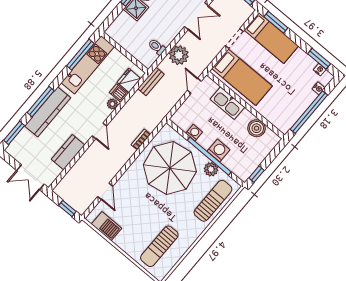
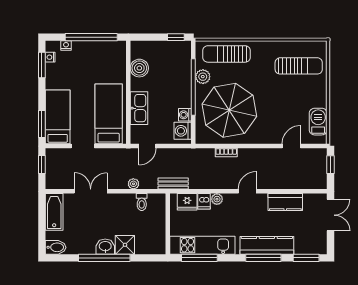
plant: (179, 55) -> (133, 184), width x0.53, depth x0.53
washing machine: (219, 150) -> (183, 131), moved

